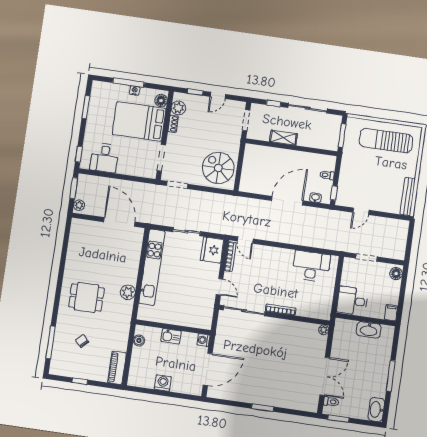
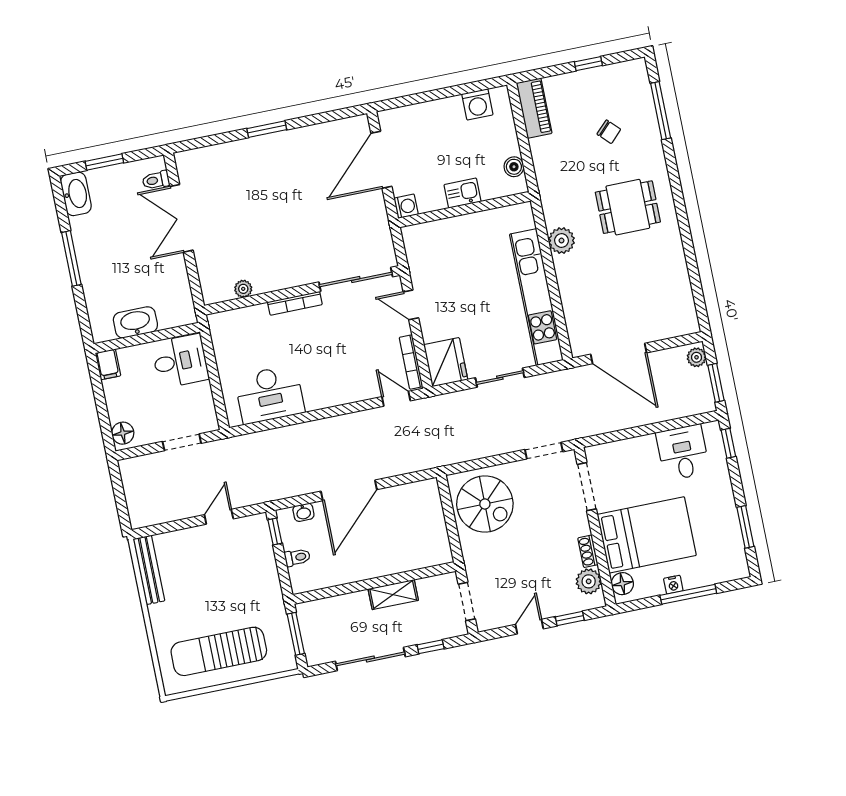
sun lounger: (386, 141) -> (219, 651), turned 180
plant: (324, 330) -> (243, 289), moved
washing machine: (163, 383) -> (477, 104), moved
window: (338, 419) -> (104, 162), moved

